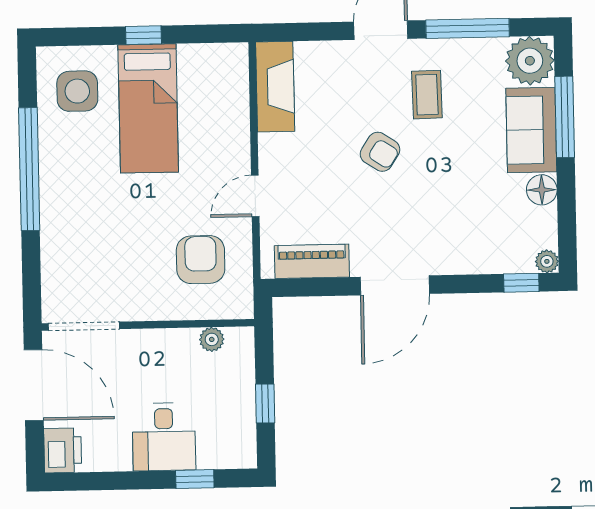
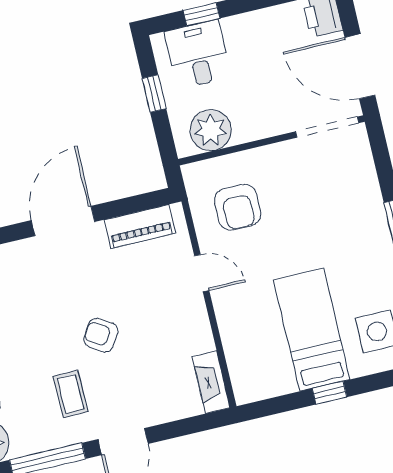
fireplace: (275, 87) -> (211, 382), width x0.73, depth x0.76
door: (255, 196) -> (202, 273), hinge flipped
plant: (212, 339) -> (211, 130), width x1.88, depth x1.88
desk: (164, 437) -> (198, 54), moved

